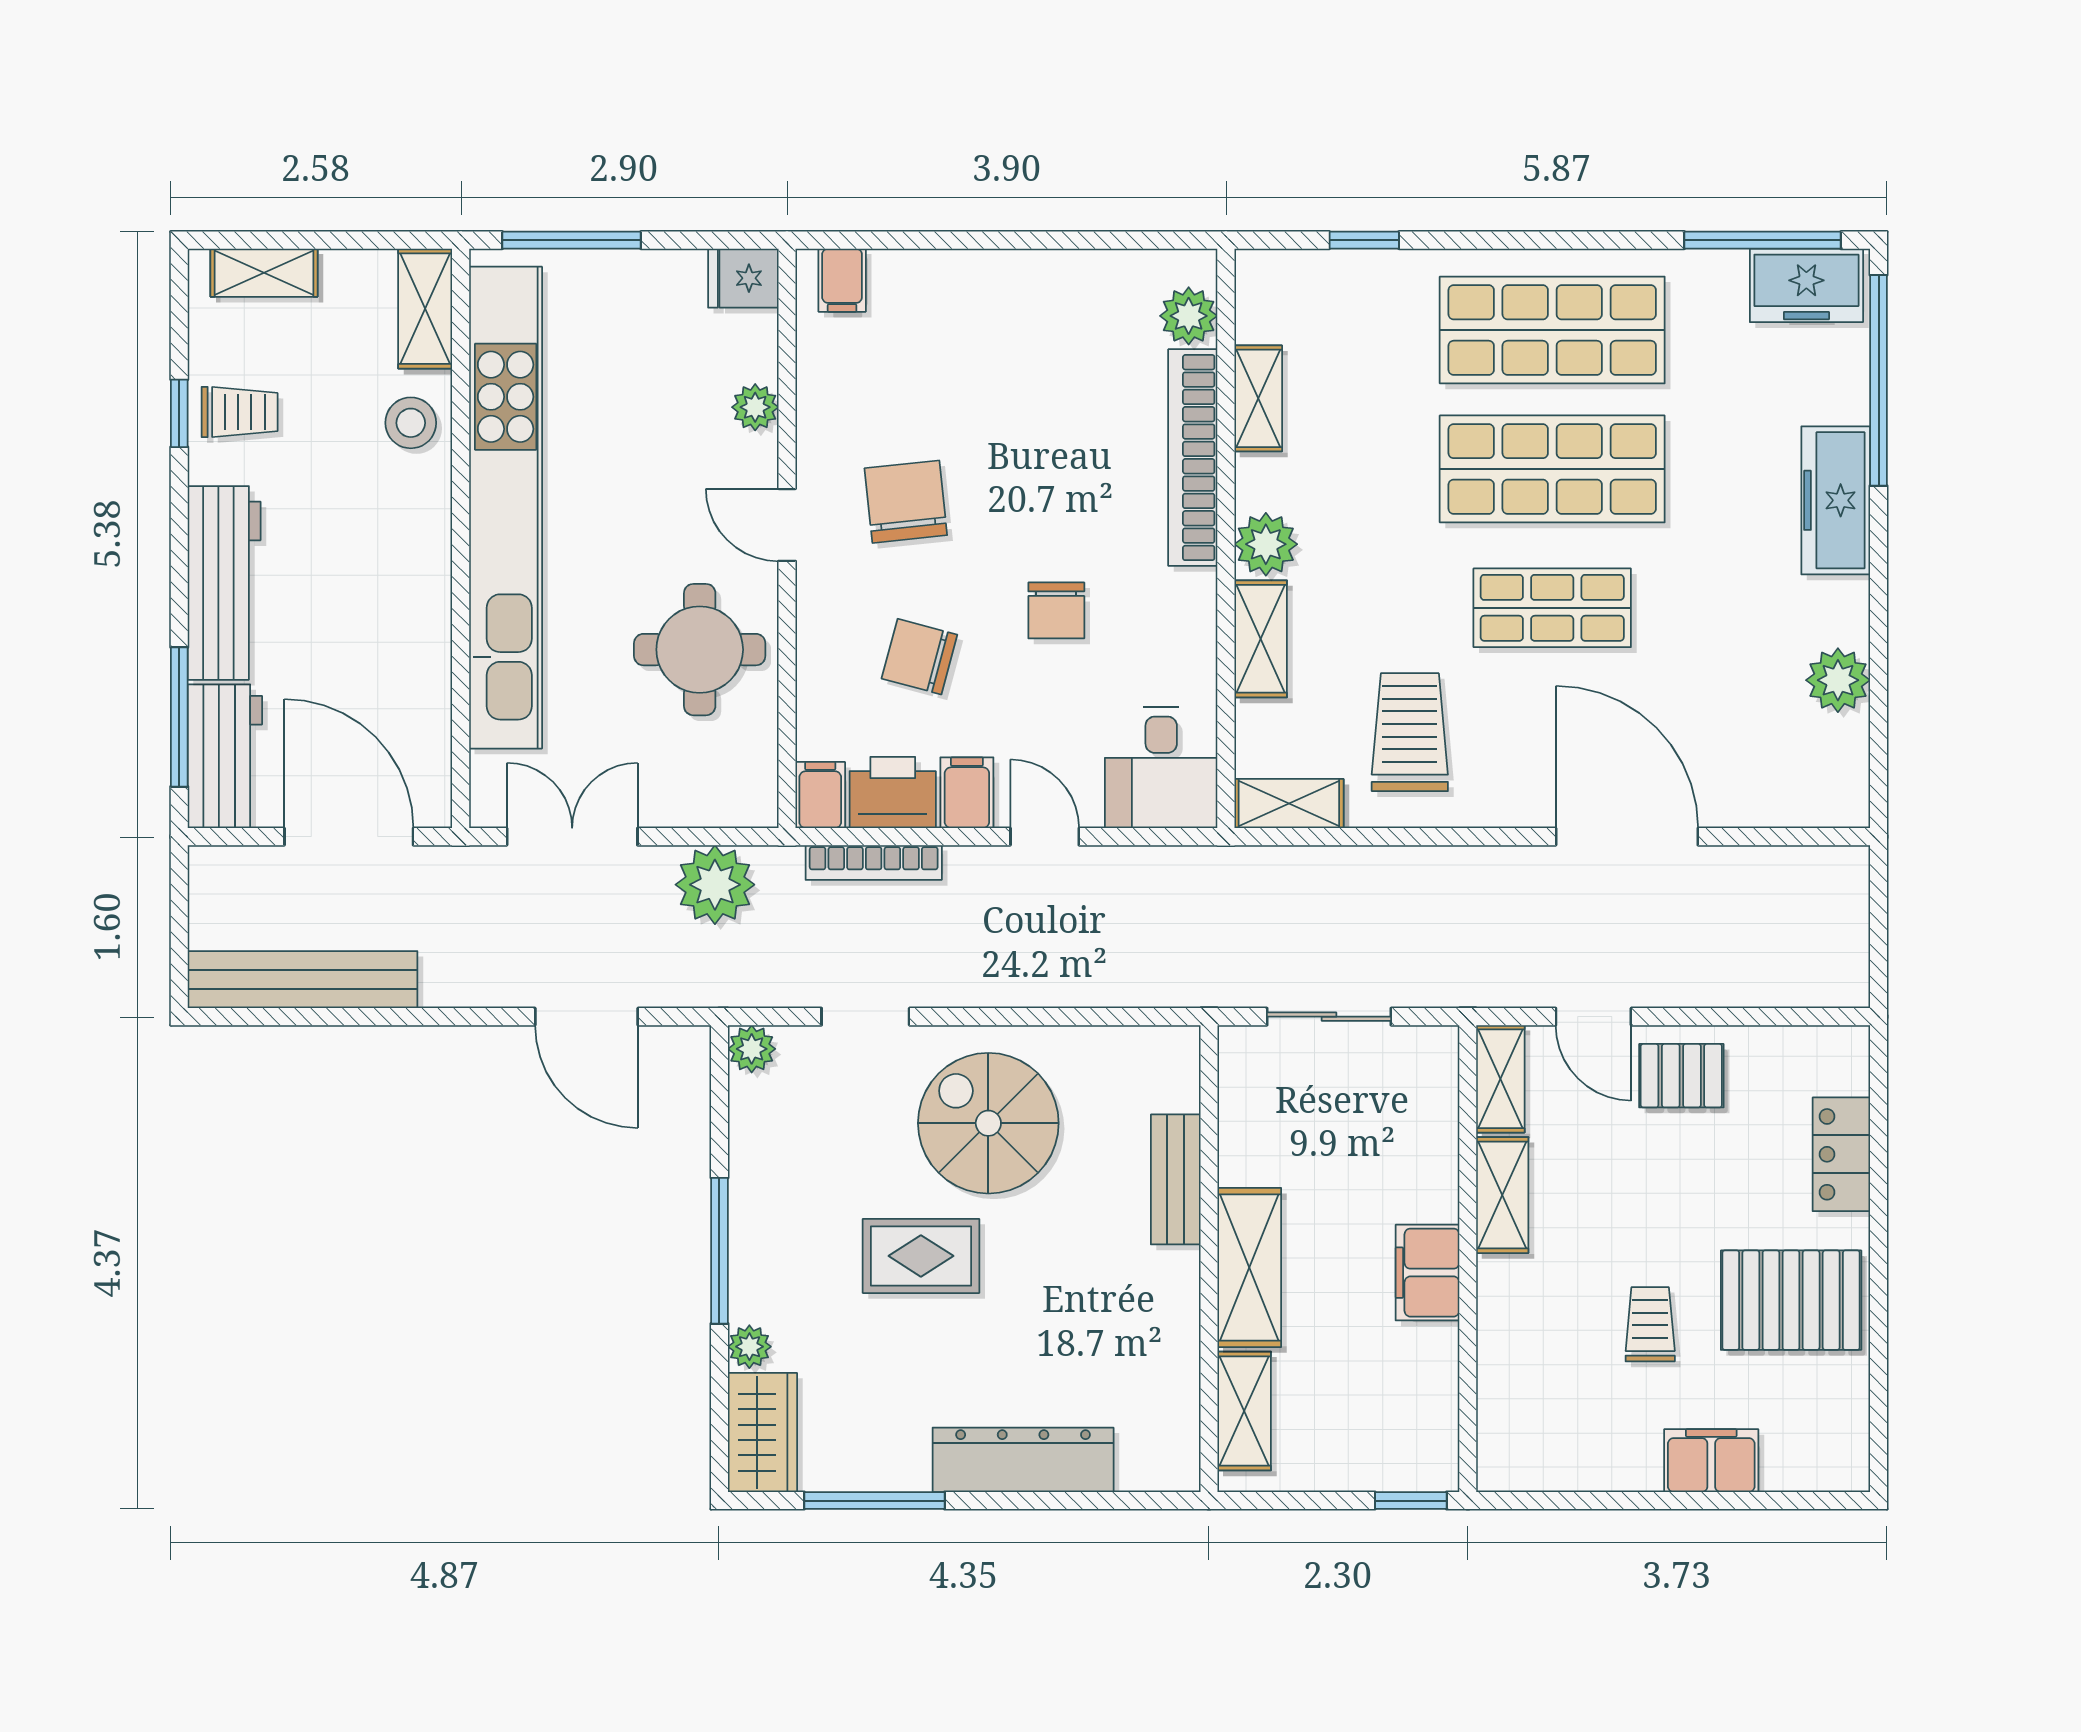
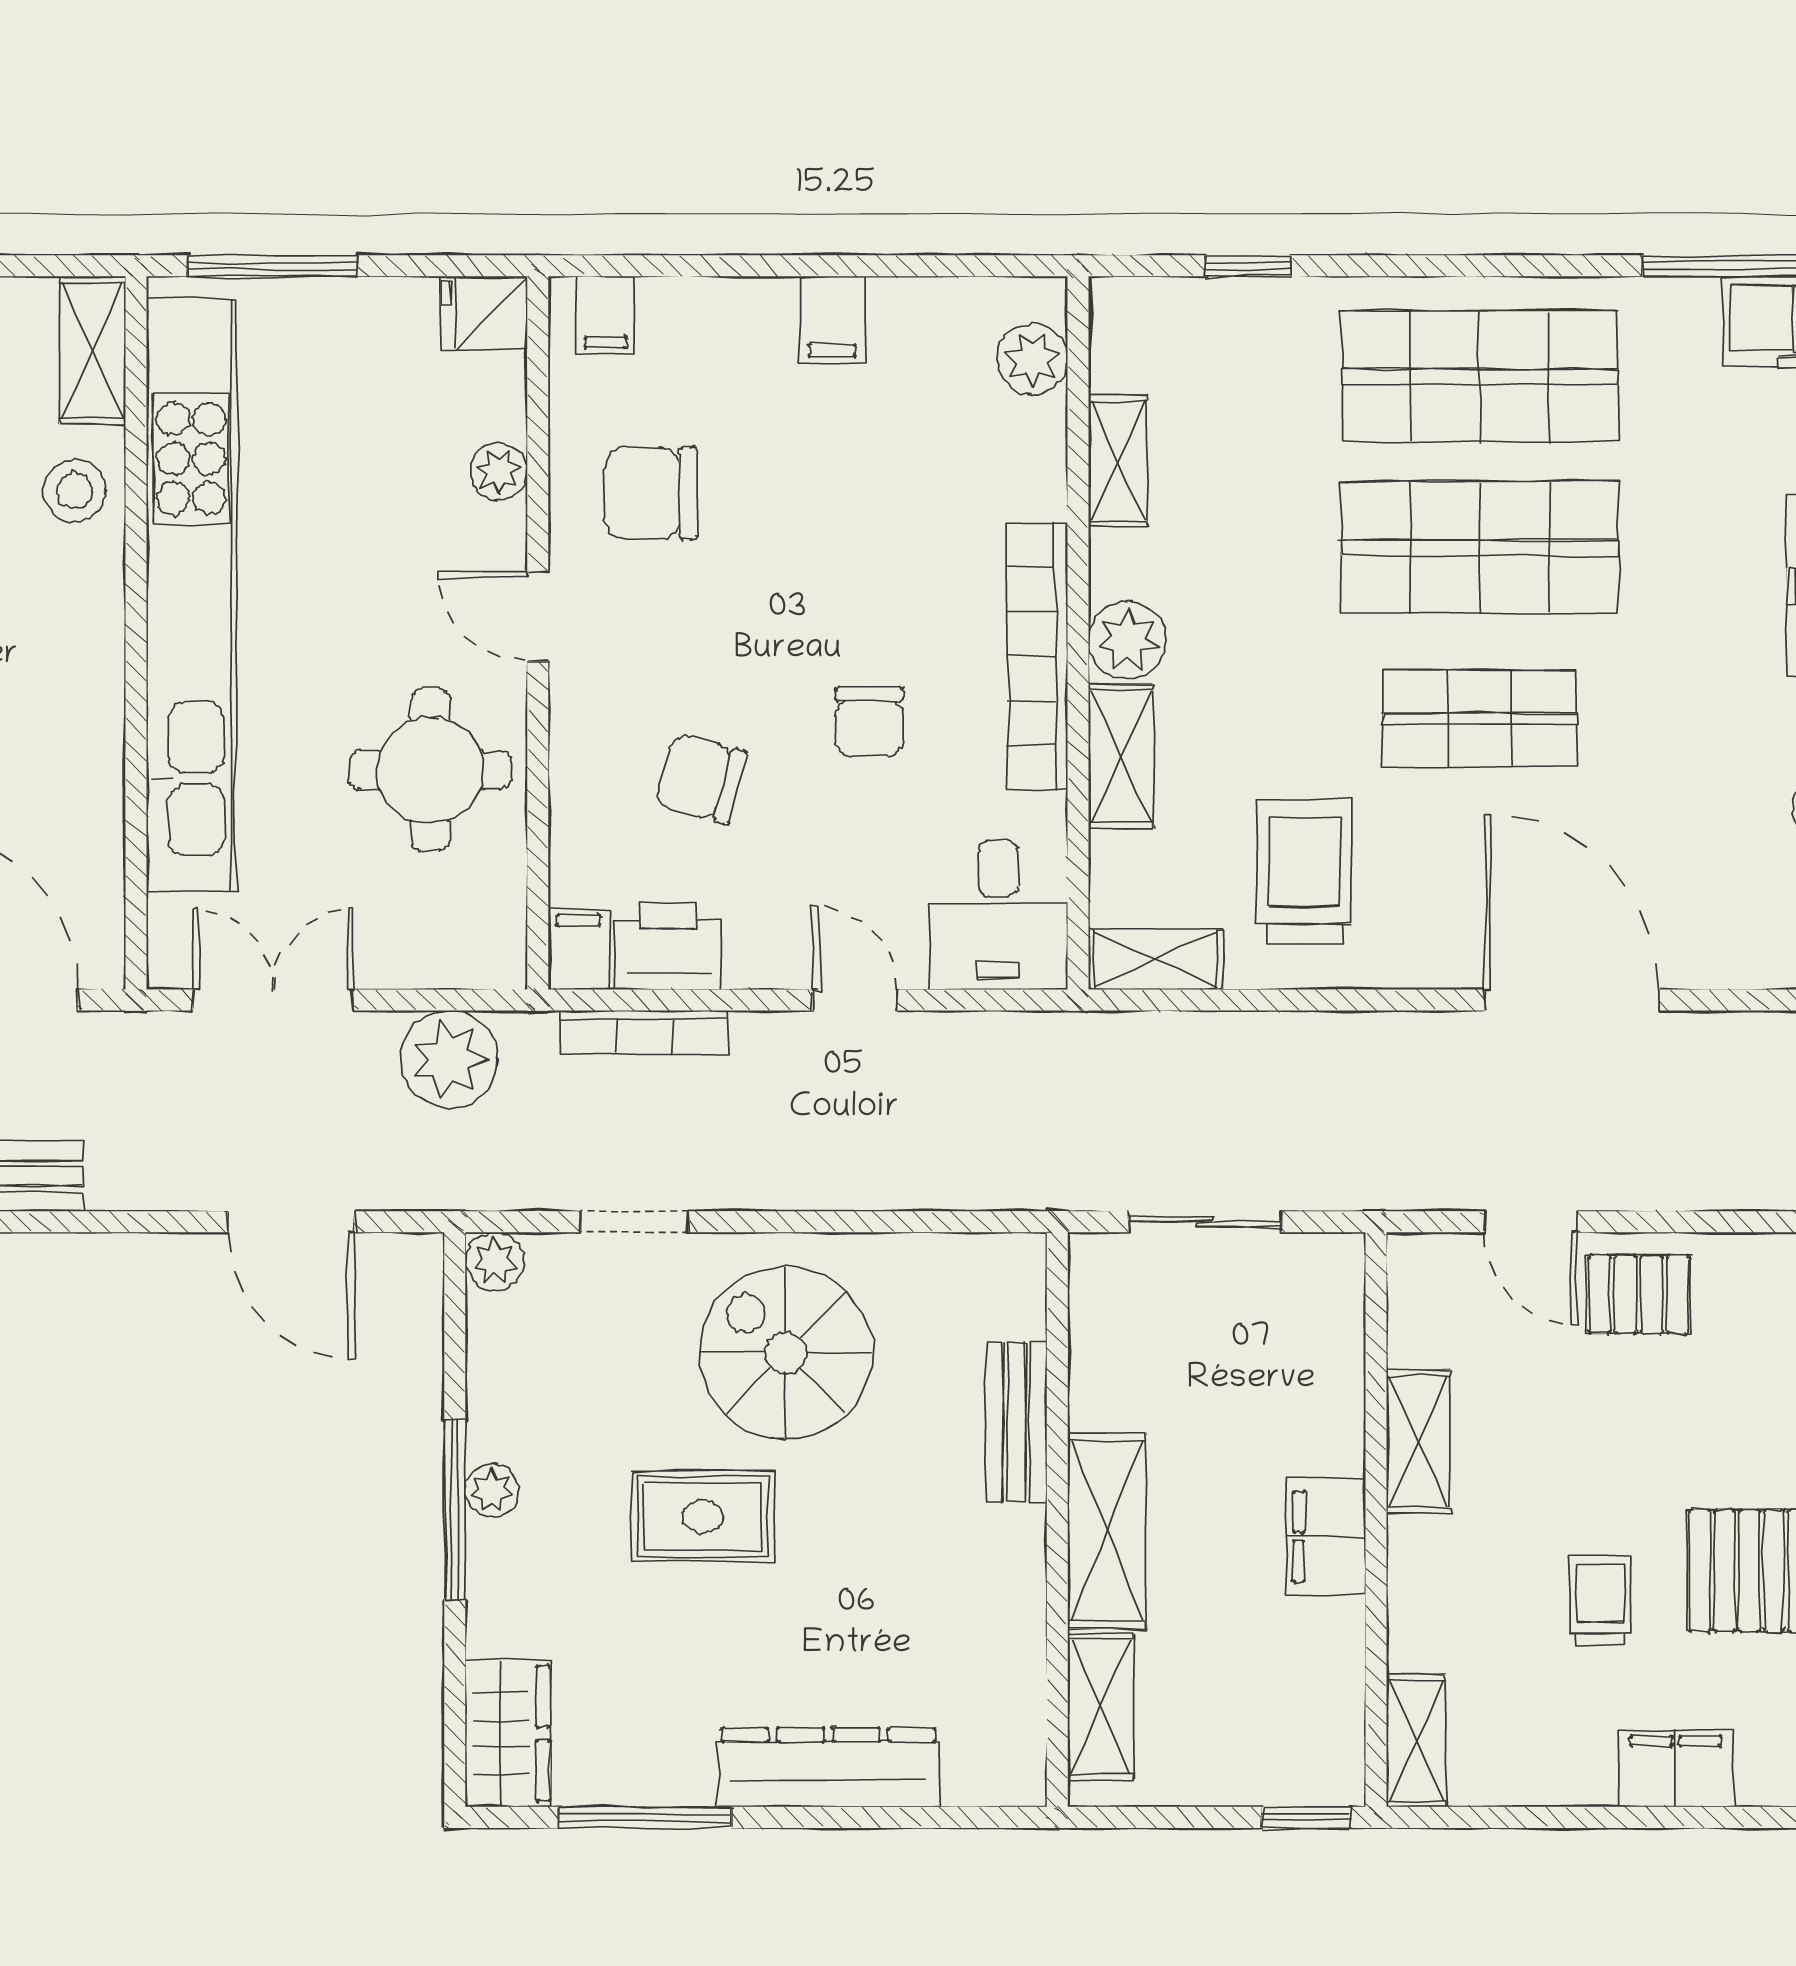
bookcase: (1193, 458) -> (1037, 656), moved
chair: (906, 502) -> (651, 493), moved, turned -84
filing cabinet: (967, 793) -> (832, 320), moved, turned 180
shelving: (1500, 1079) -> (1416, 1741), moved
plant: (749, 1347) -> (492, 1490), moved

